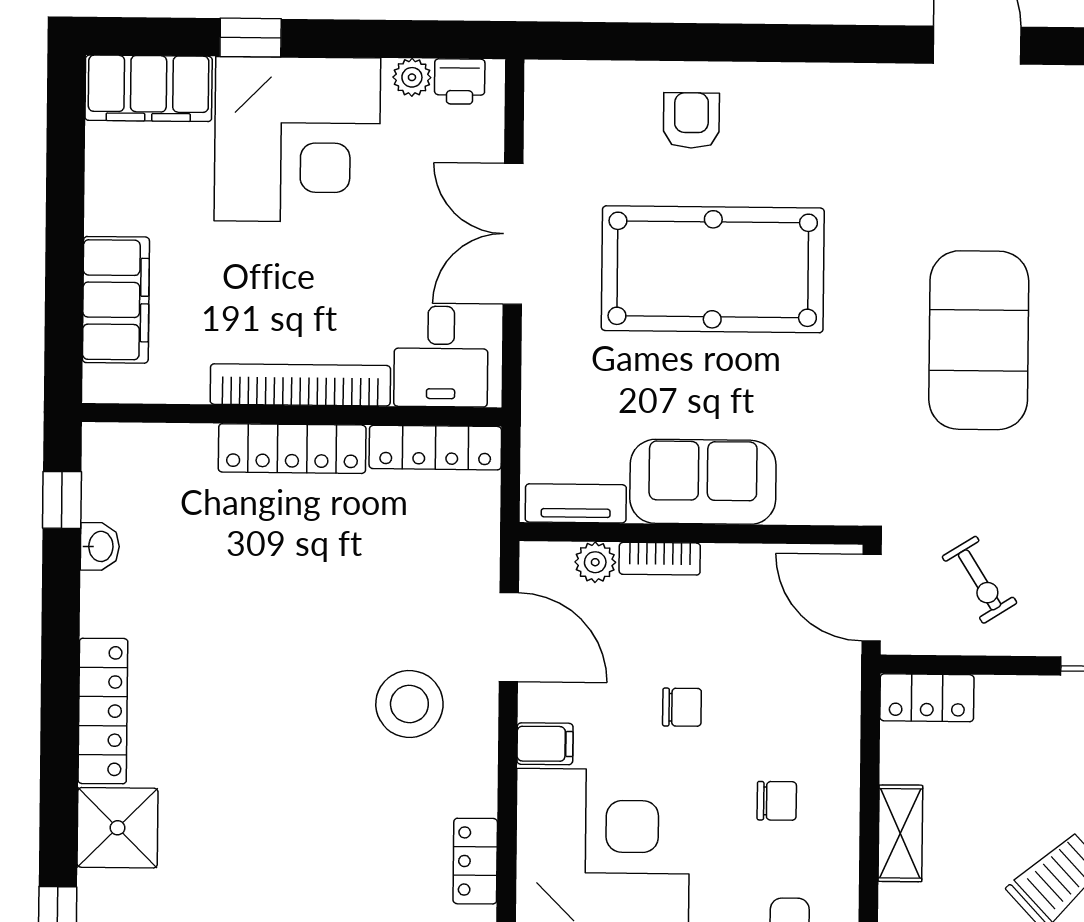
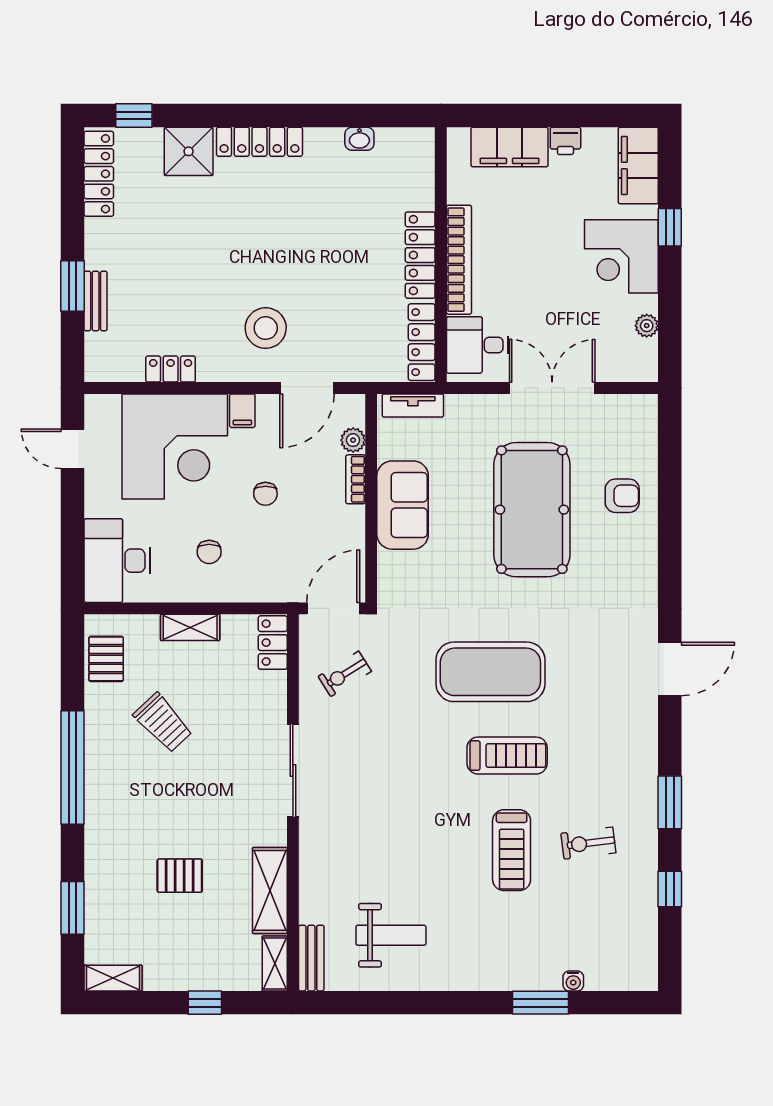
printer: (460, 81) -> (565, 141), moved, turned -90
corner desk: (297, 139) -> (621, 256), width x0.74, depth x0.74
window: (62, 500) -> (388, 115), removed
tv unit: (576, 503) -> (413, 405), moved, turned 90

